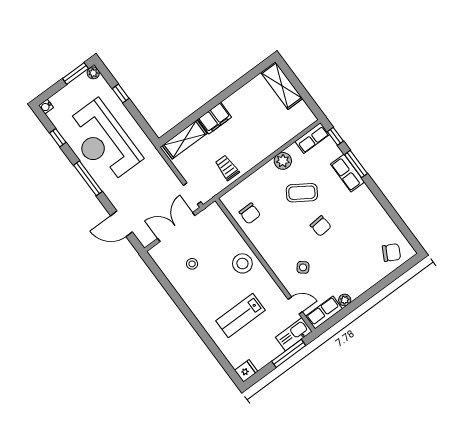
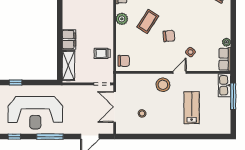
chair: (250, 213) -> (124, 61), moved
chair: (321, 226) -> (169, 36), moved
door: (295, 305) -> (180, 72), moved
lab bench: (241, 316) -> (192, 108), turned 180
fridge: (246, 371) -> (225, 128), removed

